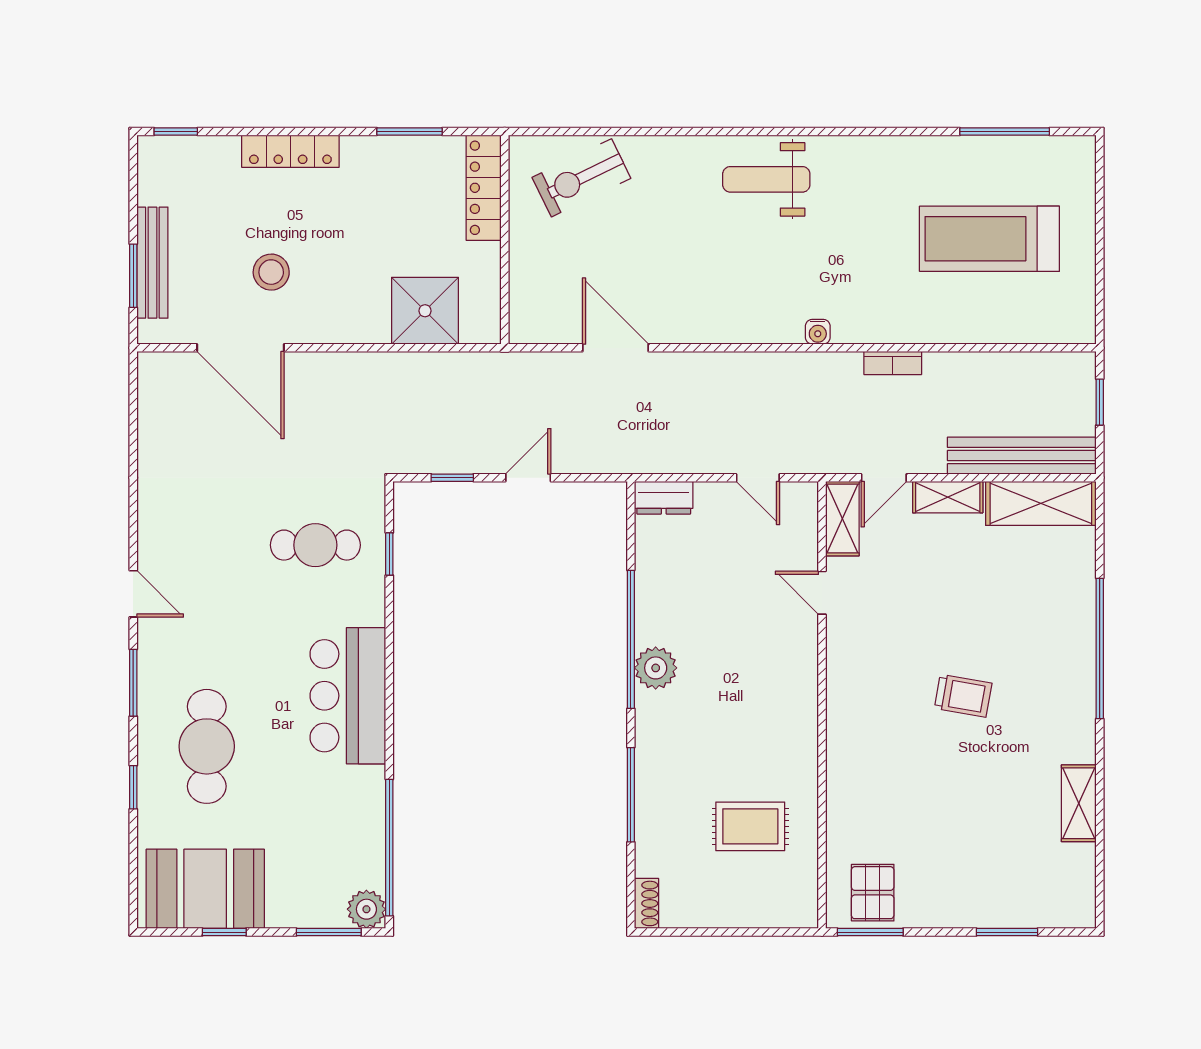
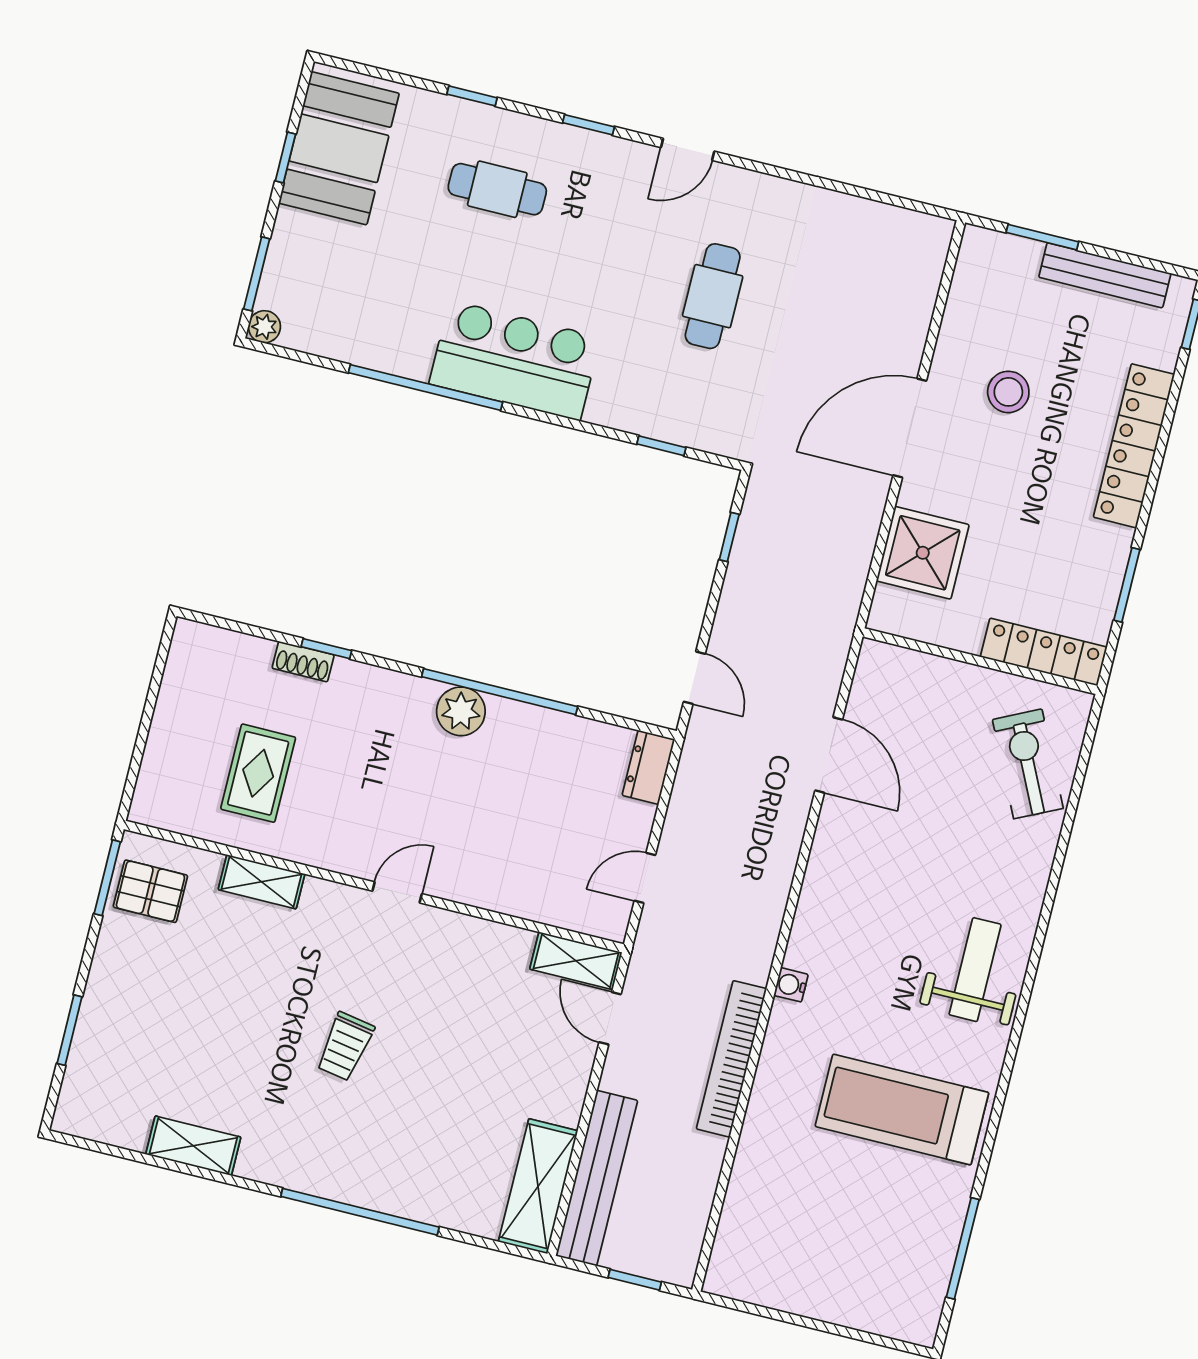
locker: (290, 151) -> (1134, 446), width x1.41, depth x1.21
treadmill: (989, 239) -> (902, 1109), moved, turned -90
bench: (152, 263) -> (1105, 275), moved
door: (240, 348) -> (910, 428), moved
door: (616, 348) -> (829, 755), hinge flipped
bookcase: (893, 363) -> (731, 1059), width x2.31, depth x1.31
door: (528, 478) -> (694, 678), moved
shelving: (948, 497) -> (262, 882), moved, turned 90
cafe table: (315, 545) -> (713, 296), moved
door: (822, 593) -> (397, 892), moved
window: (133, 683) -> (589, 125), width x0.67
cafe table: (207, 746) -> (497, 189), width x0.73, depth x0.74
window: (631, 795) -> (326, 649), width x0.46
window: (389, 848) -> (426, 387), moved
shoe rack: (647, 903) -> (303, 662), moved
plant: (366, 909) -> (264, 327), width x0.73, depth x0.73

